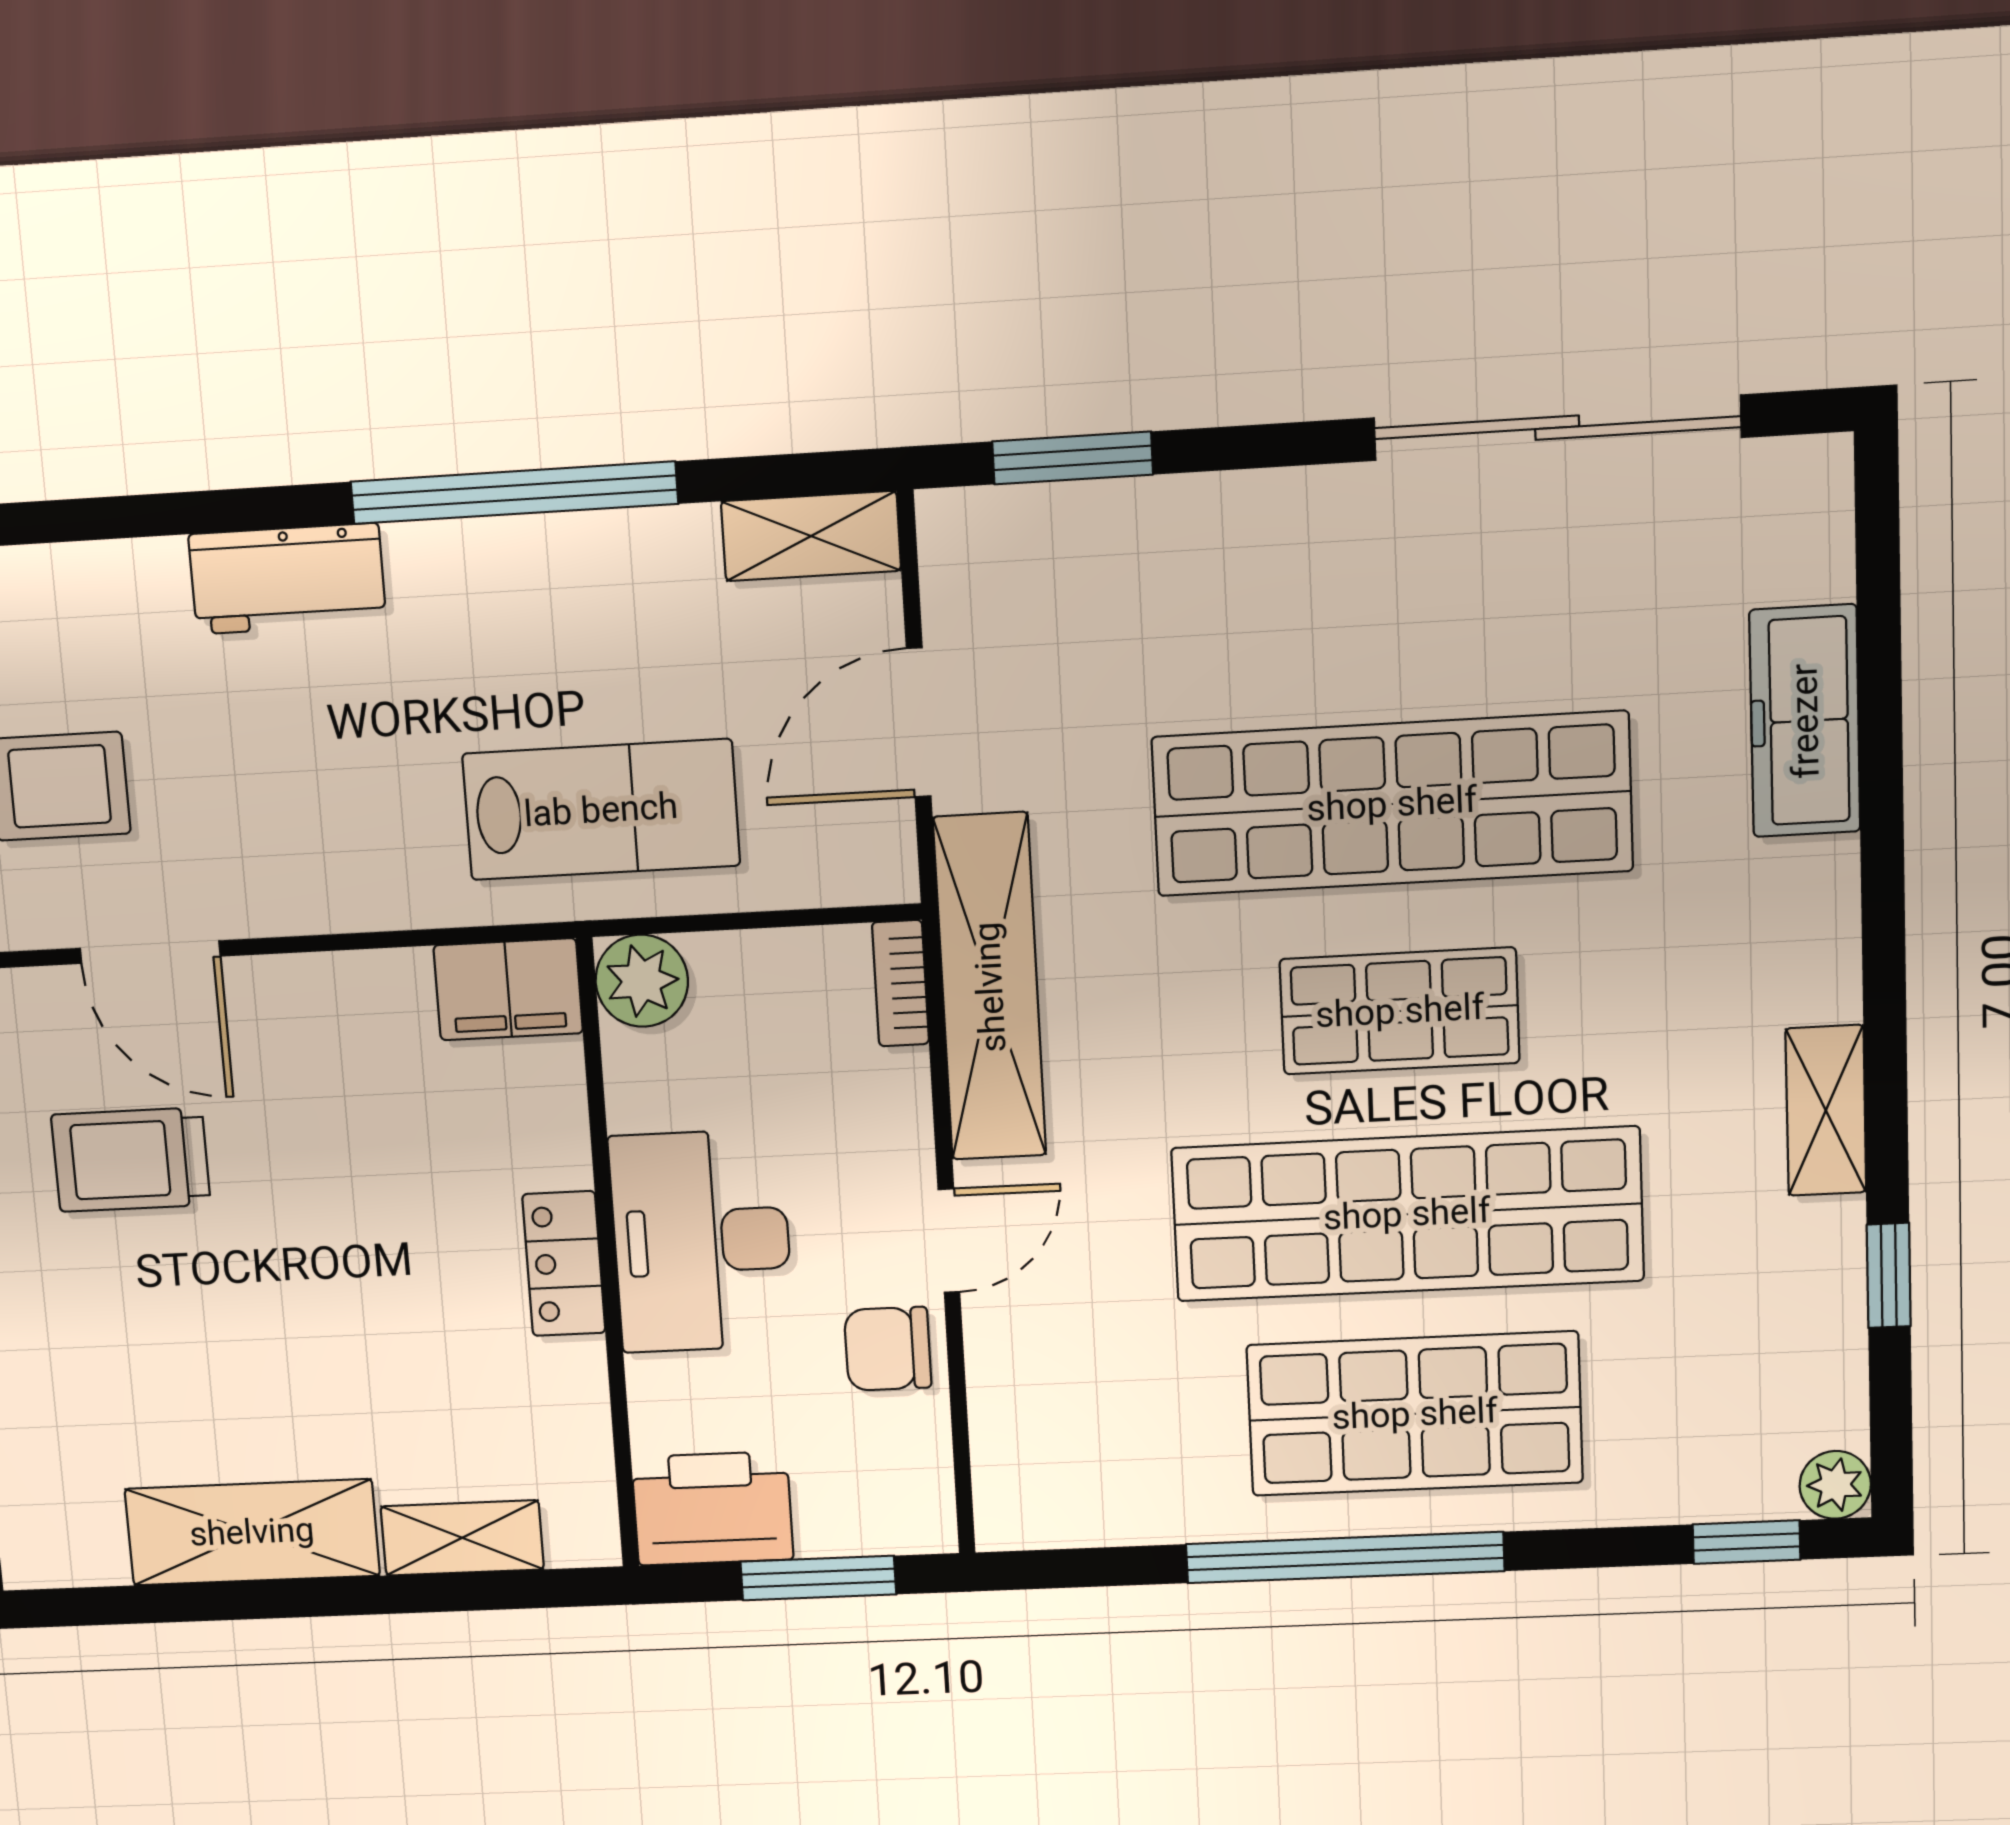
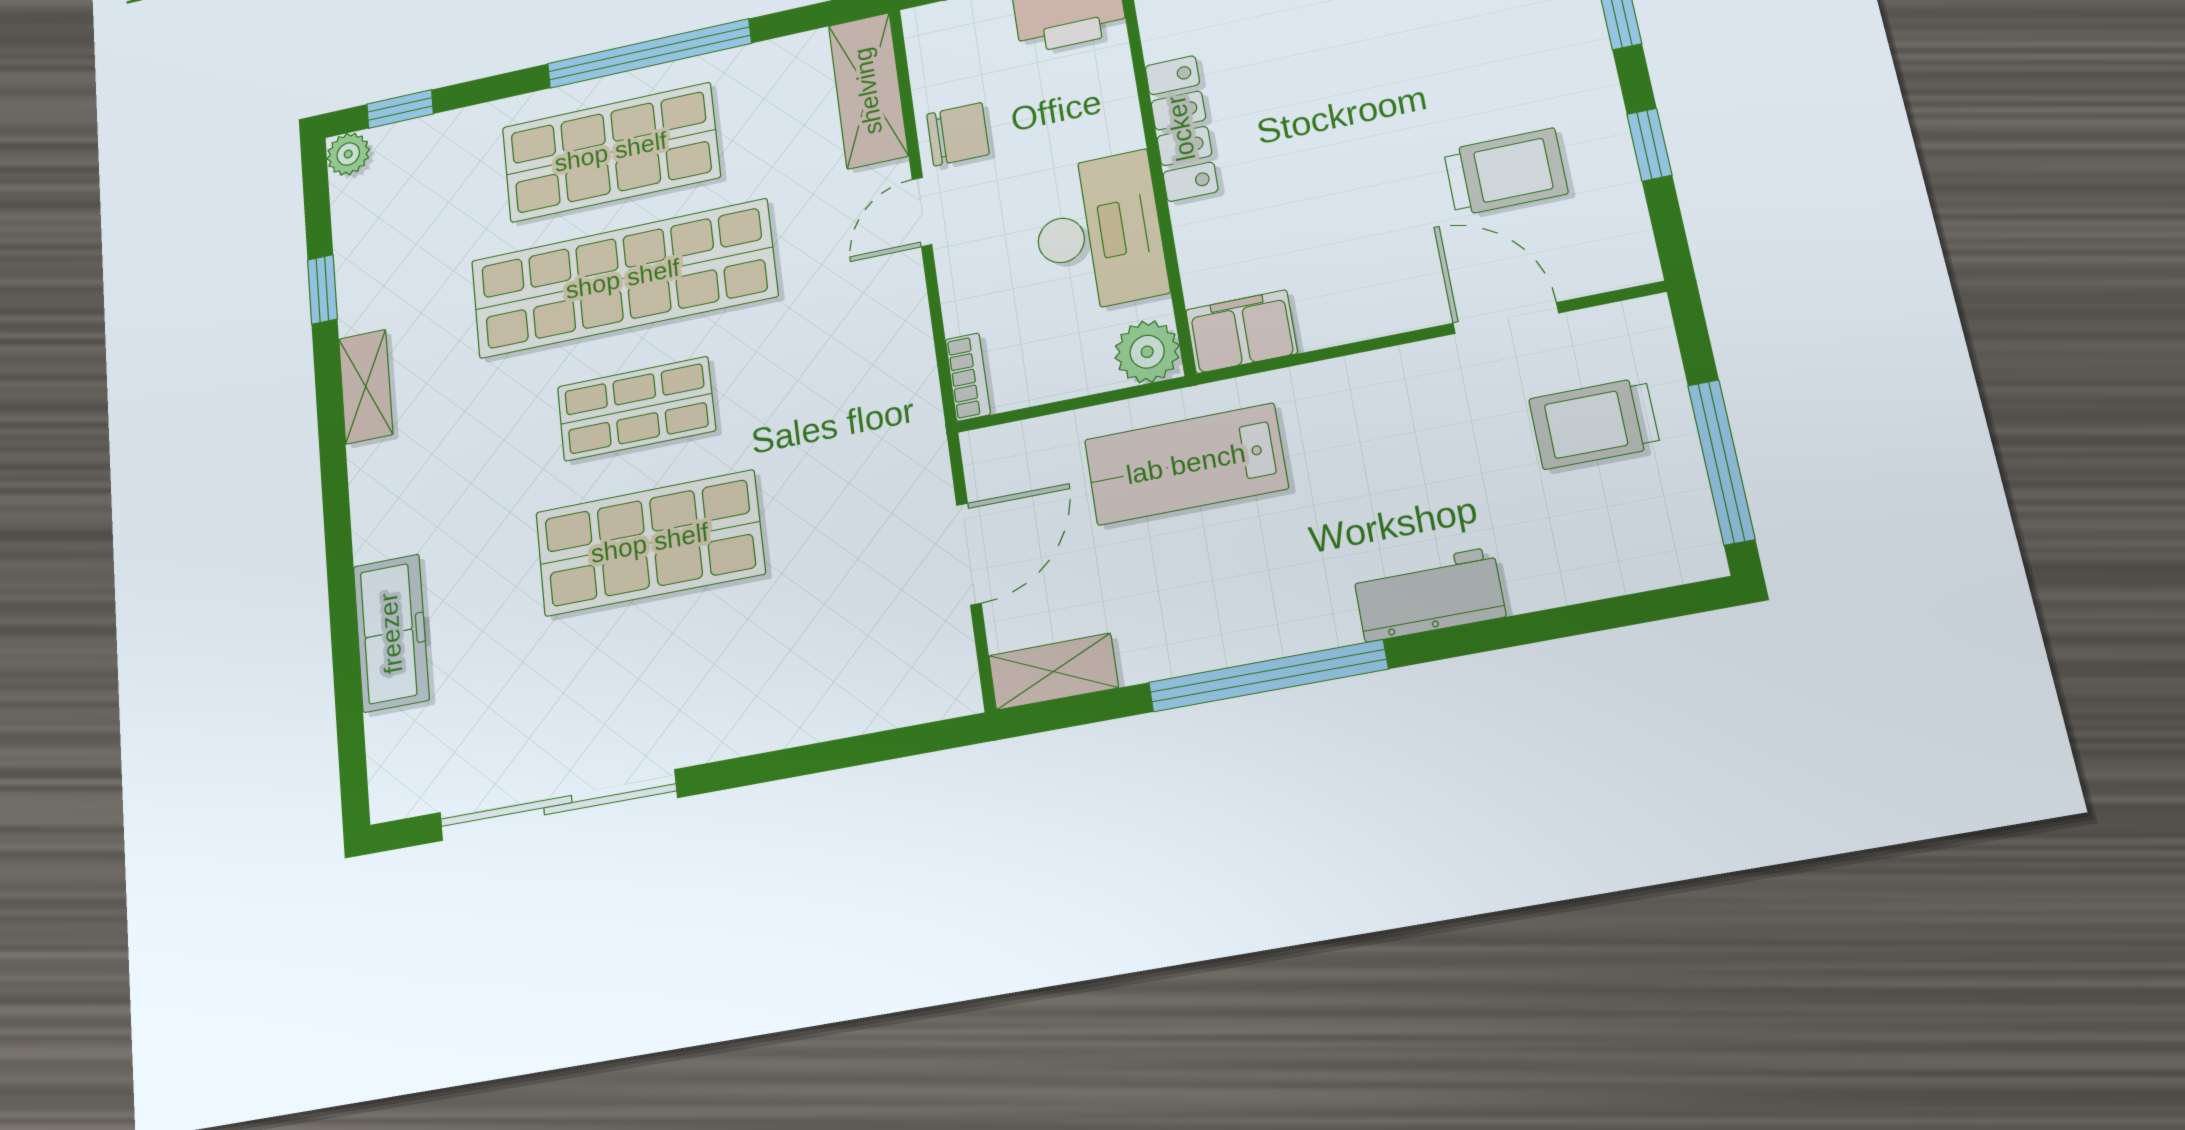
window: (1073, 458) -> (877, 747), removed
shop shelf: (1392, 804) -> (650, 543), width x0.71
shelving: (990, 987) -> (868, 91), moved, width x0.68
desk: (702, 1241) -> (1099, 233), moved
locker: (564, 1264) -> (1181, 128), width x1.53

